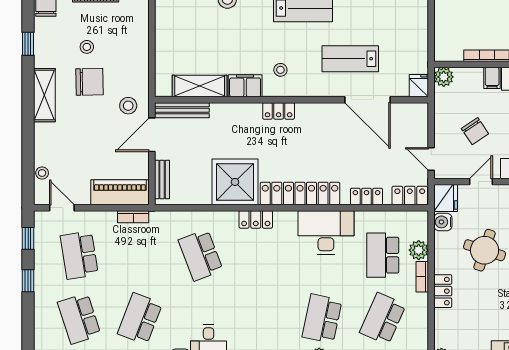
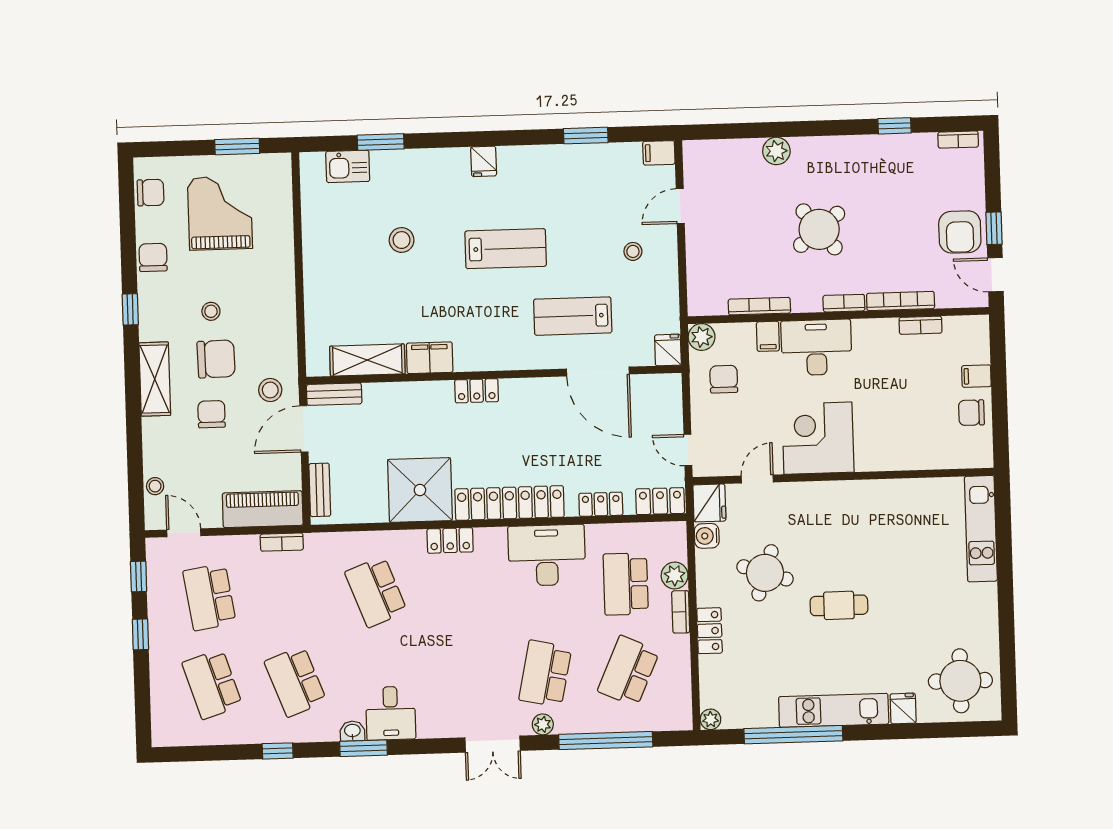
stool: (280, 70) -> (633, 251), moved
bench: (182, 110) -> (334, 394), width x0.73
chair: (85, 122) -> (212, 414), added
chair: (475, 131) -> (724, 379), moved, turned -146
school desk: (140, 319) -> (295, 681), turned -42

